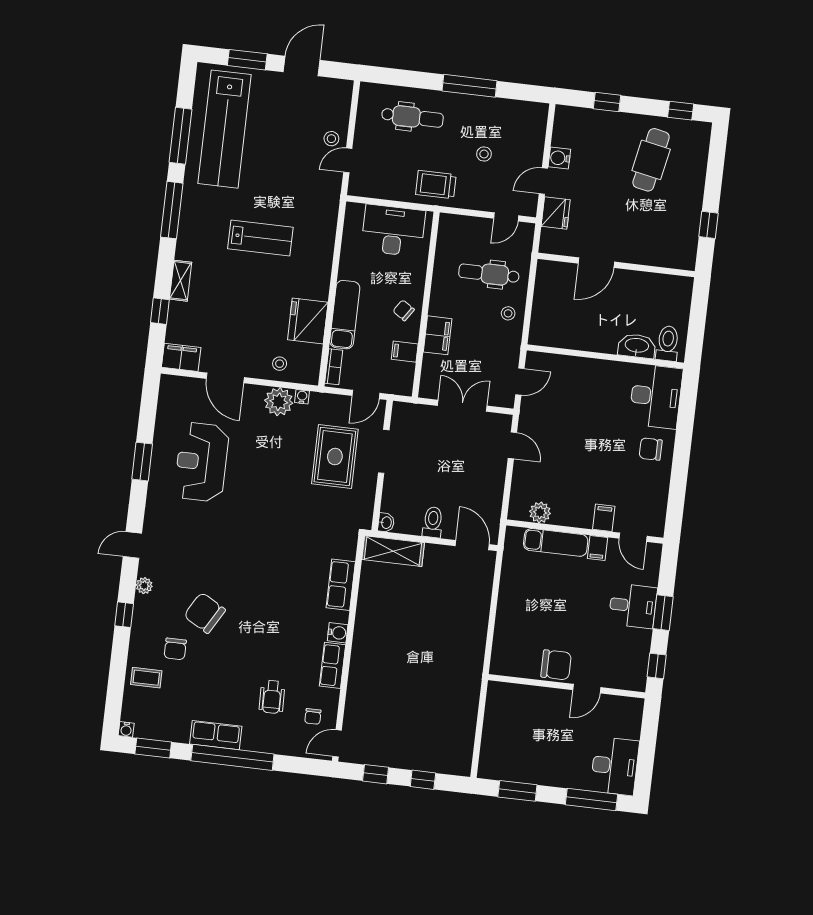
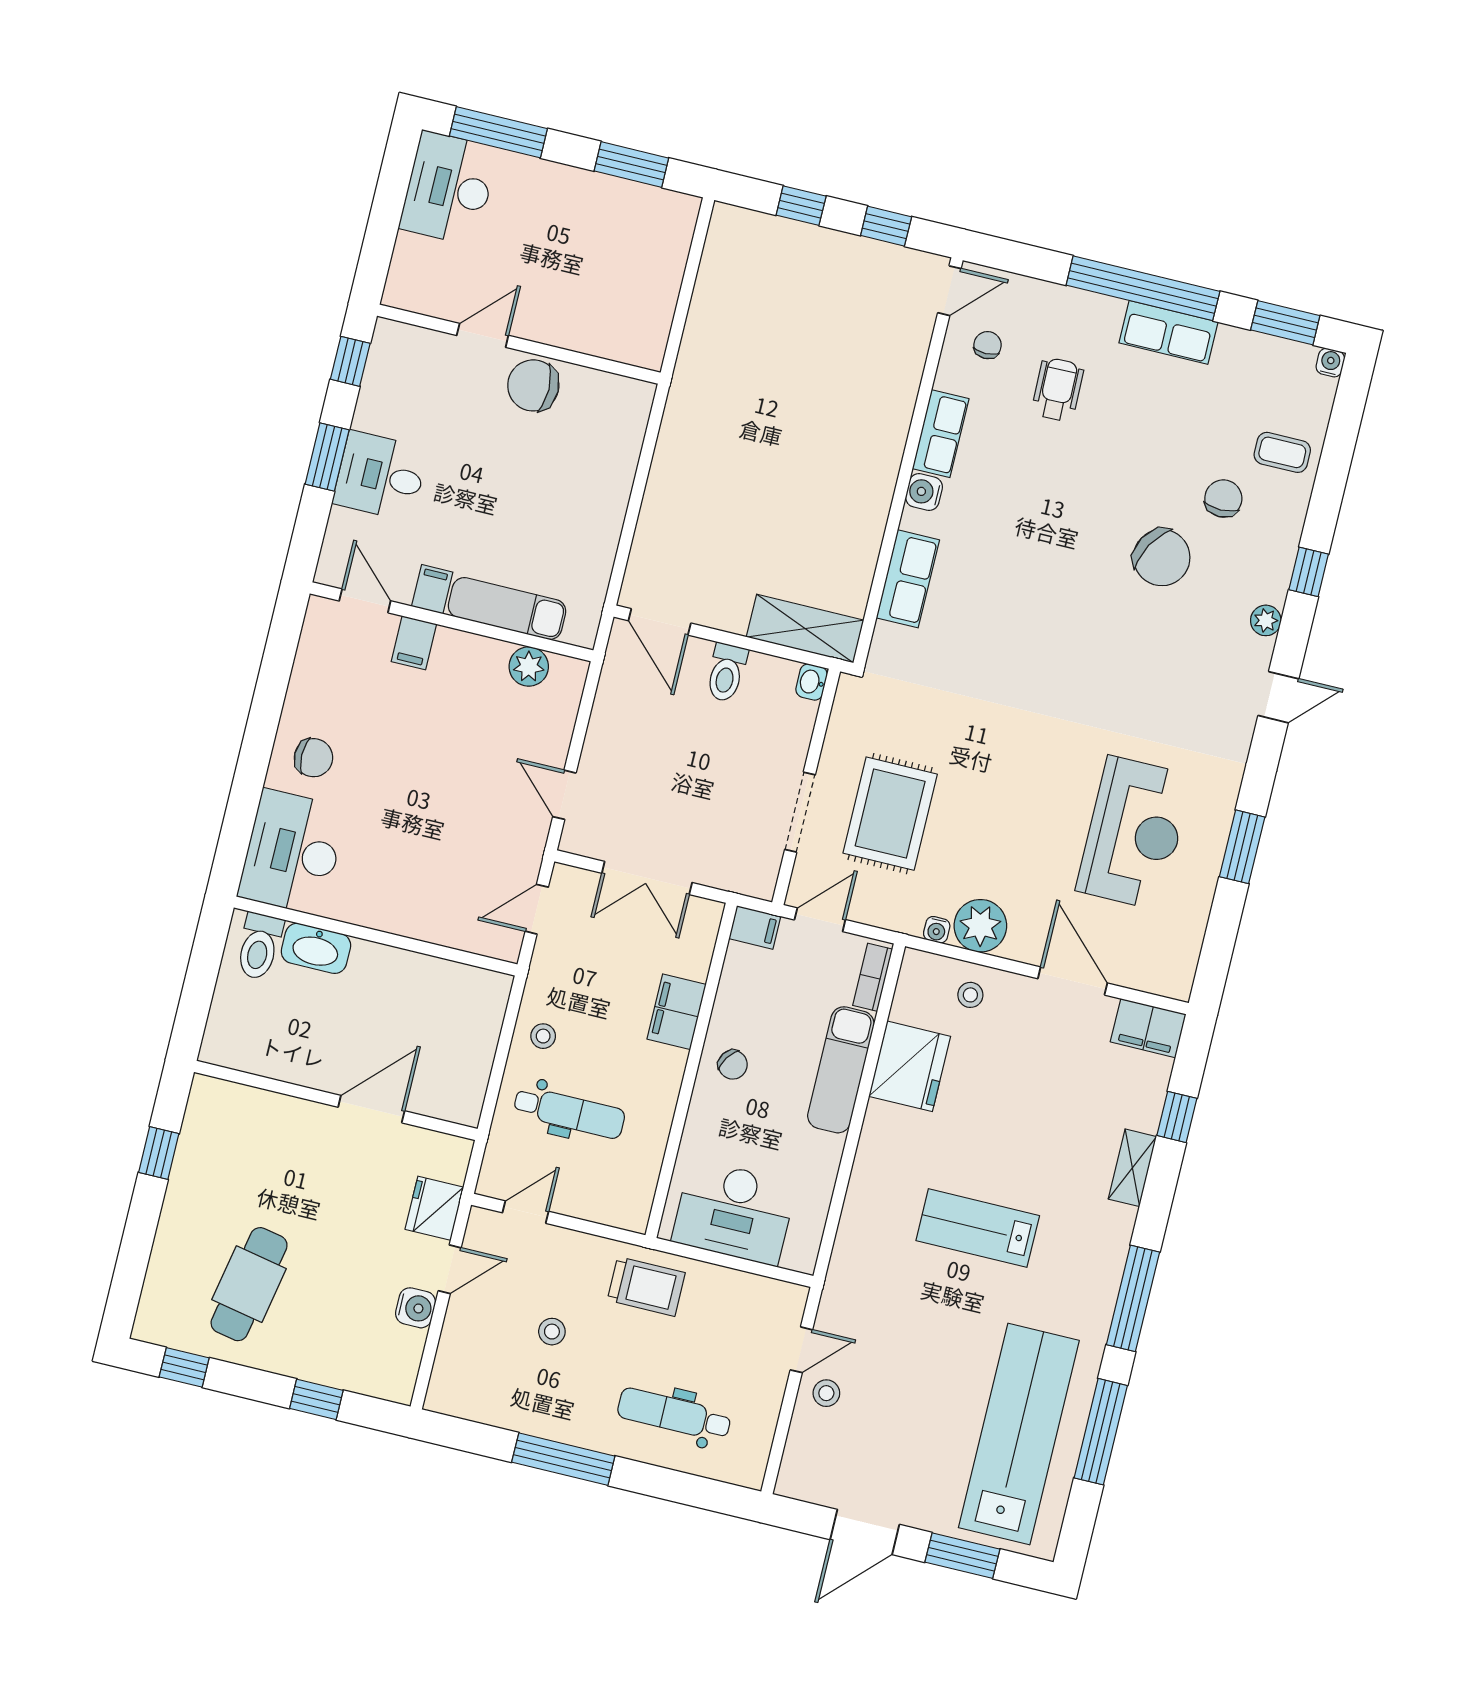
filing cabinet: (405, 352) -> (755, 927), moved

